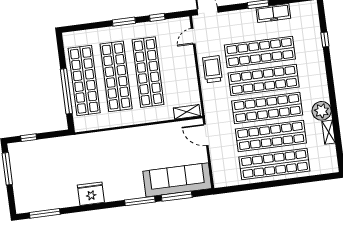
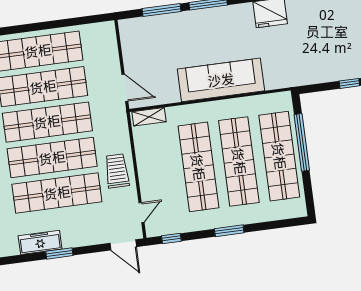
window: (157, 17) -> (171, 238), moved
trolley: (212, 69) -> (117, 171), turned 180
sofa: (177, 180) -> (221, 80), moved, turned 180

